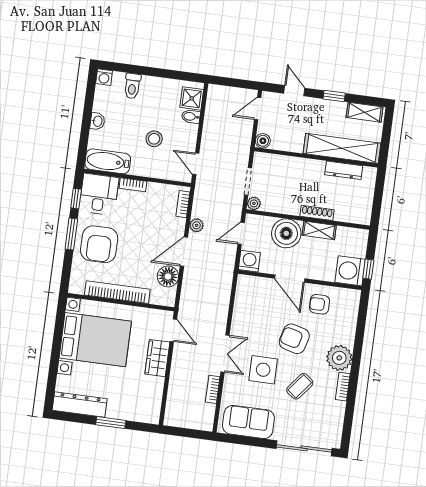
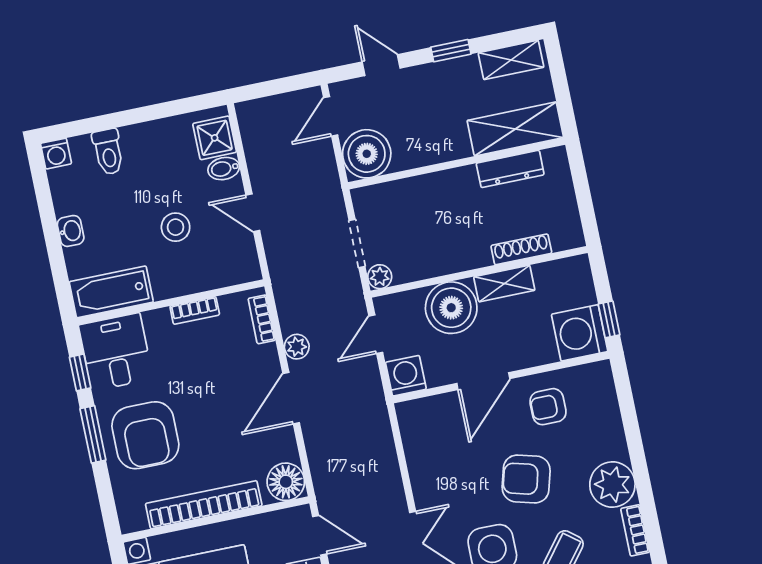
boiler: (263, 141) -> (367, 154), width x1.86, depth x1.86
shelving: (342, 148) -> (515, 129), width x0.68
door: (196, 164) -> (253, 213), moved
bookcase: (133, 185) -> (195, 310), moved
shoe rack: (317, 213) -> (521, 249), moved
floor lamp: (168, 276) -> (286, 482), moved
door: (290, 279) -> (483, 381), hinge flipped

